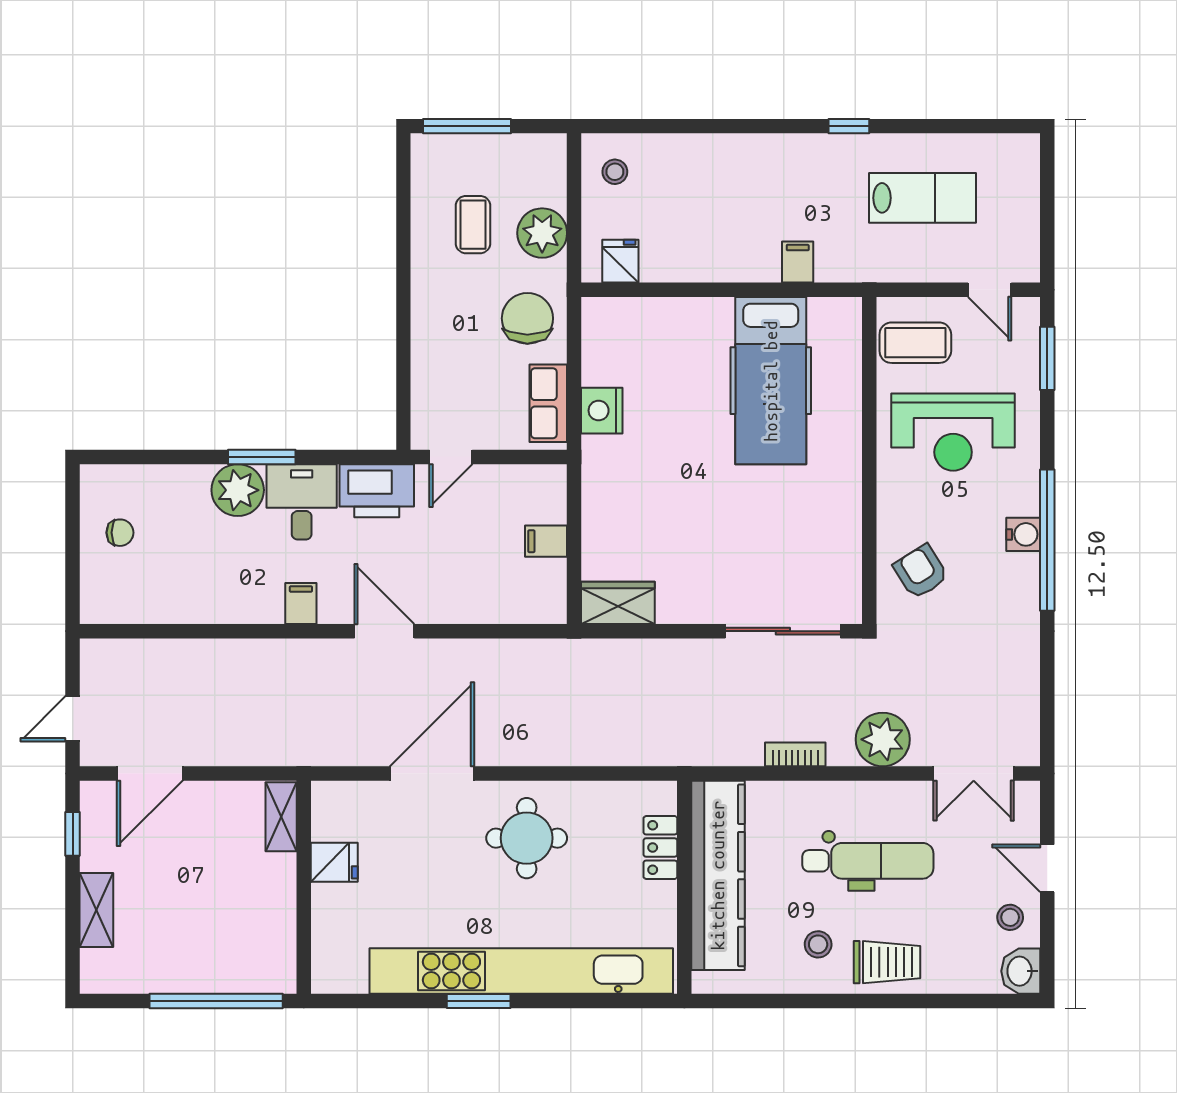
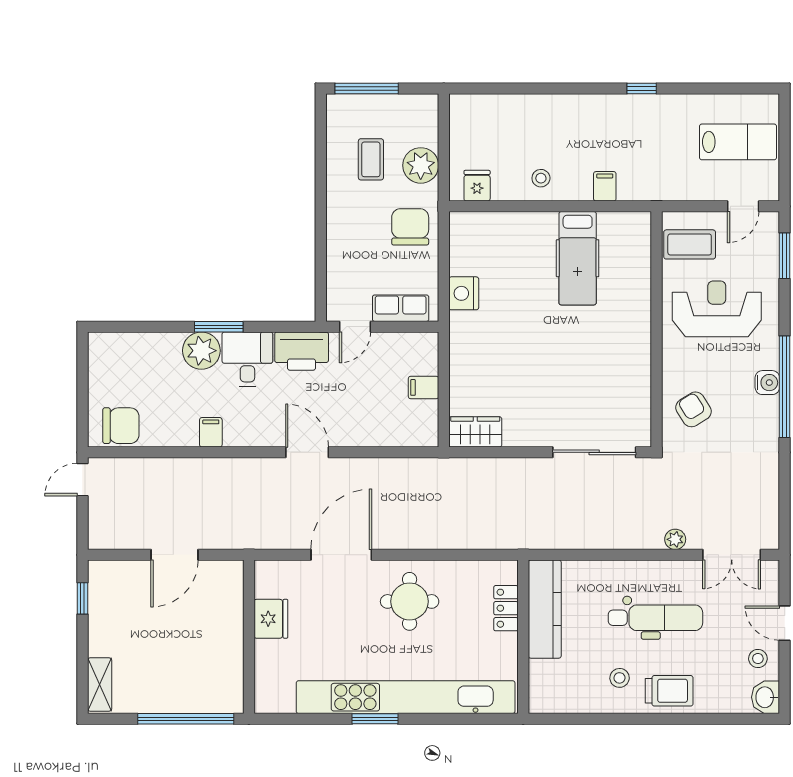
stool: (615, 172) -> (541, 178), moved
lab bench: (923, 198) -> (738, 142), moved
door: (990, 290) -> (743, 206), hinge flipped
hospital bed: (771, 381) -> (578, 258), width x0.73, depth x0.78
row of seats: (548, 403) -> (401, 308), moved, turned 90
reception desk: (953, 432) -> (717, 309), turned 180
chair: (120, 533) -> (121, 426), moved, width x1.87, depth x1.87
filing cabinet: (301, 603) -> (211, 432), moved
door: (73, 719) -> (82, 480), moved
plant: (883, 739) -> (675, 539), width x0.53, depth x0.53
bookcase: (795, 754) -> (603, 541), removed
door: (150, 773) -> (174, 555), moved
shelving: (281, 817) -> (233, 586), removed
fridge: (334, 862) -> (271, 619), width x1.38
kitchen counter: (718, 875) -> (545, 609), width x0.72, depth x0.86
shelving: (96, 910) -> (100, 685), moved

